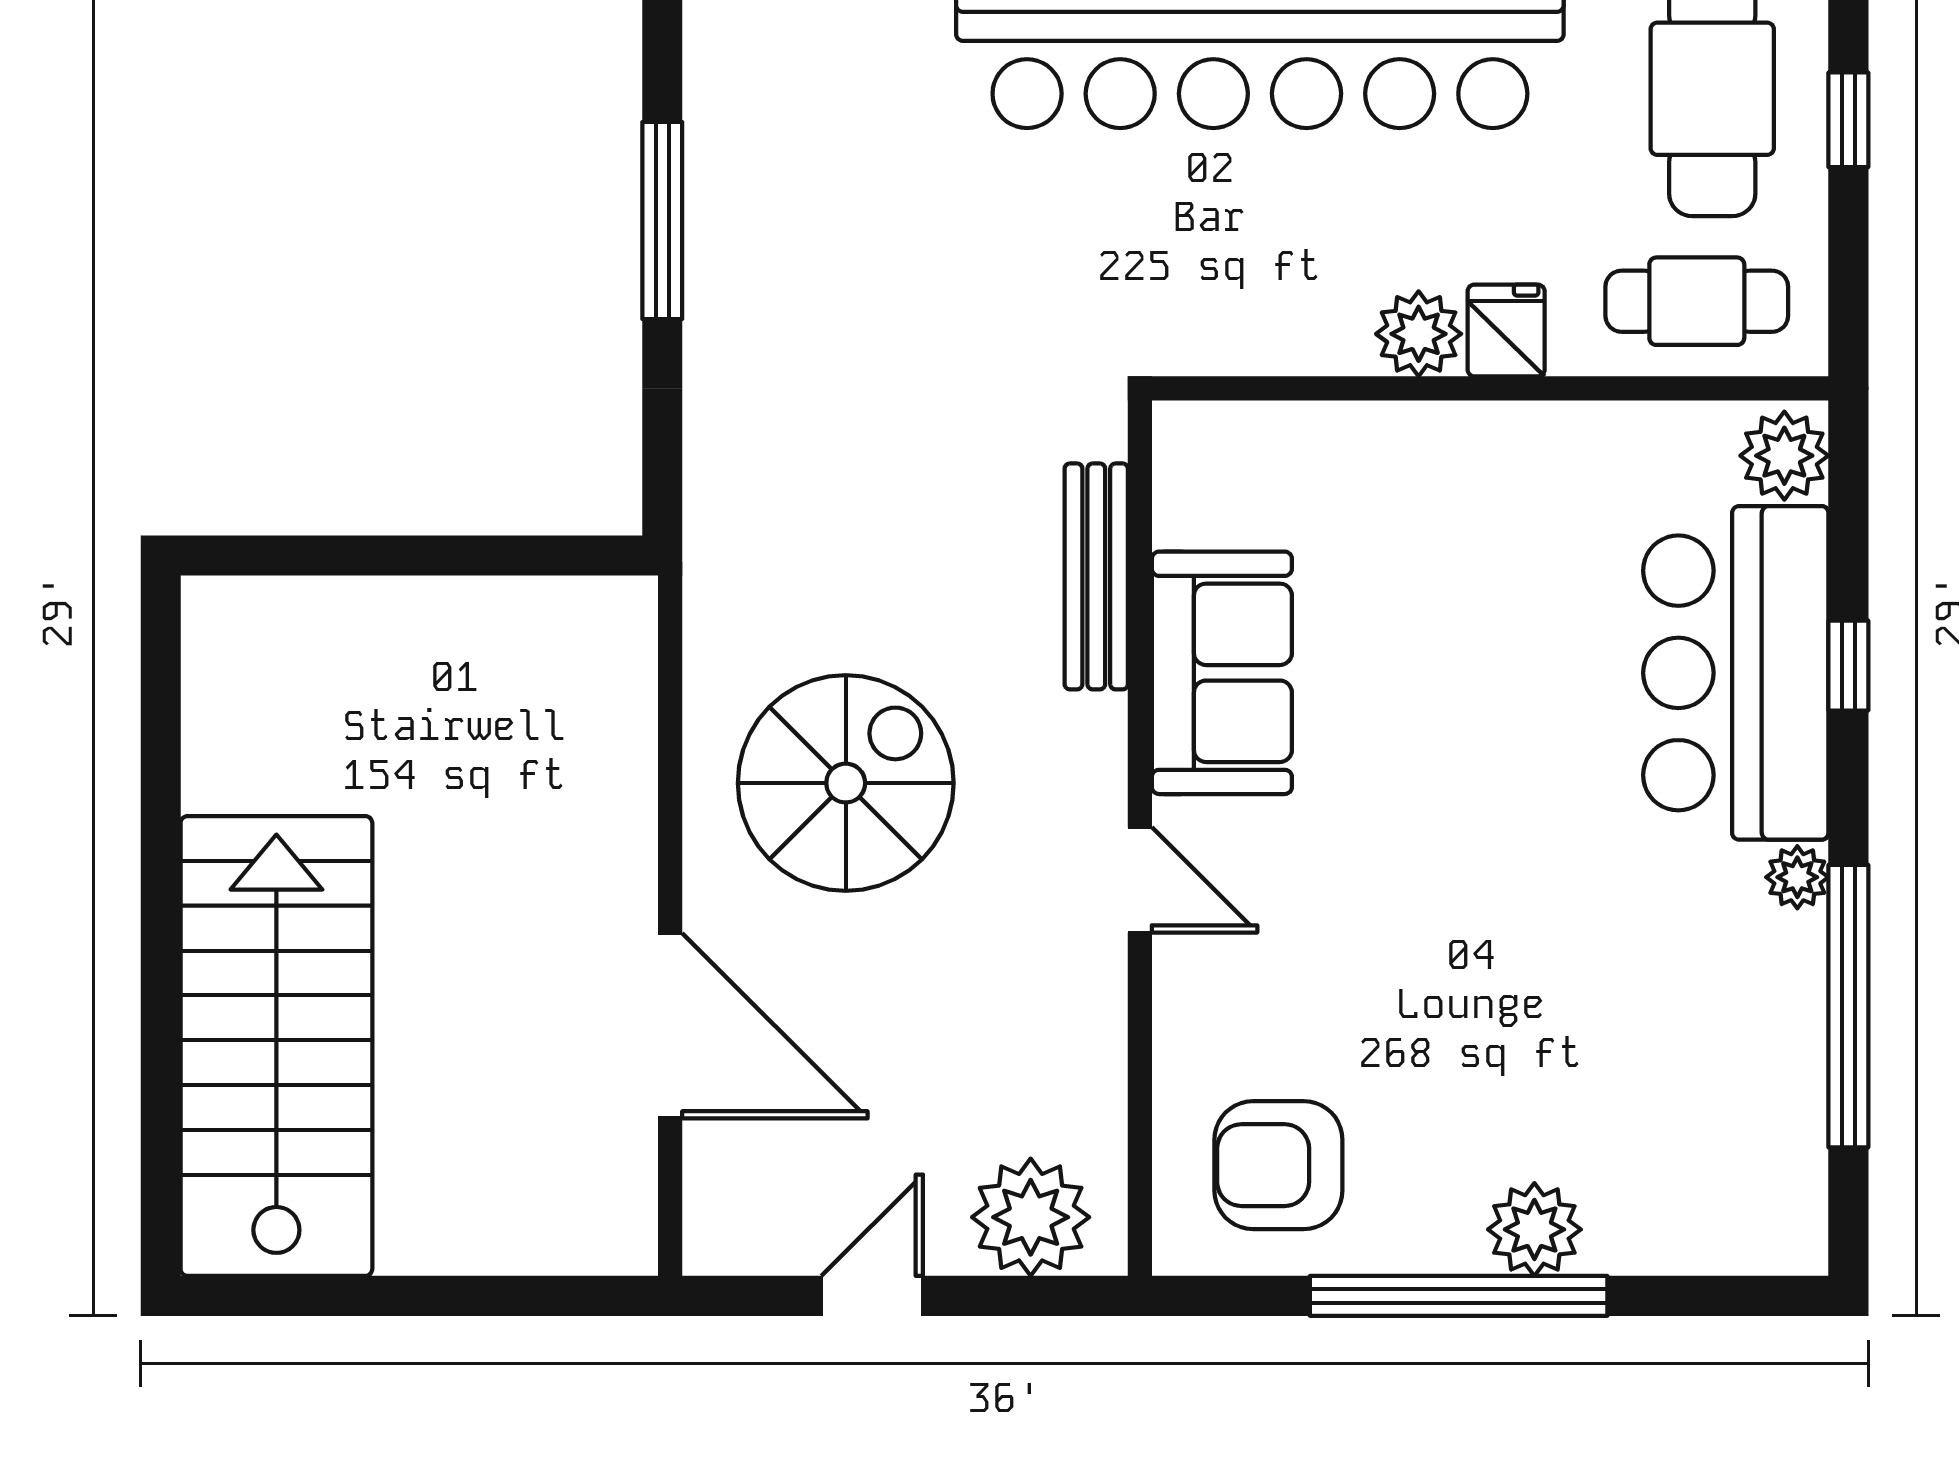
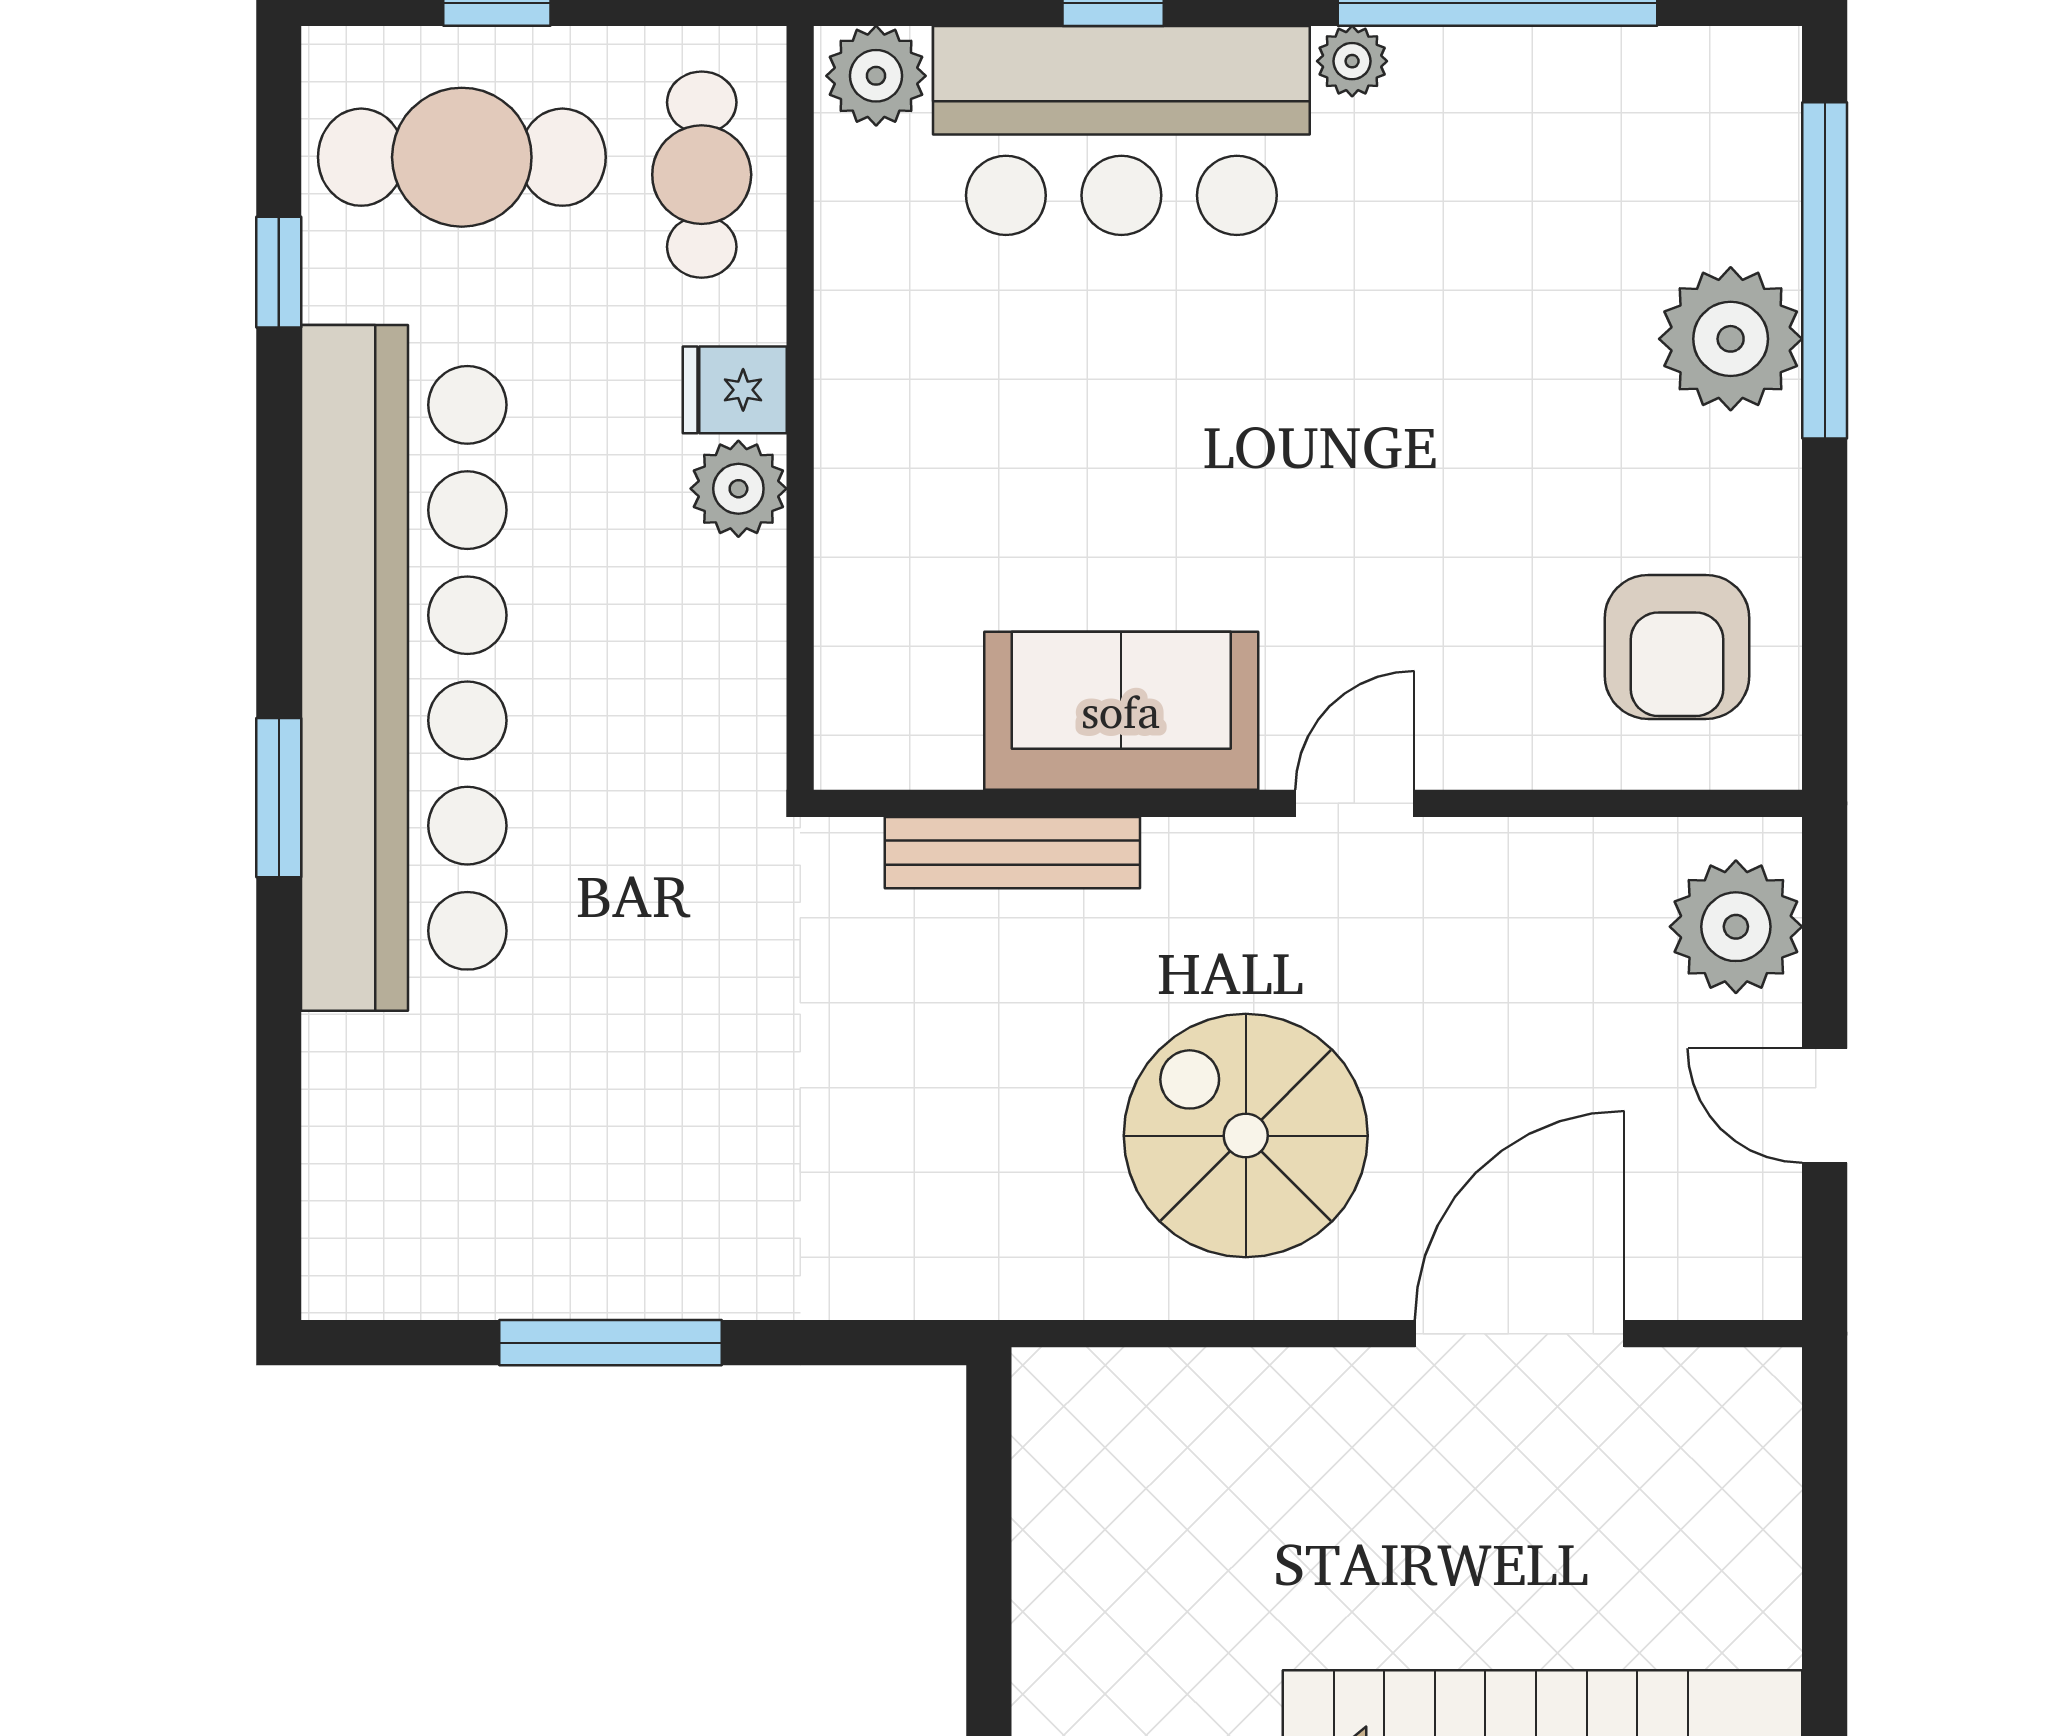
plant: (1534, 1229) -> (1731, 339), width x1.36, depth x1.36
window: (1459, 1296) -> (1825, 270), moved

